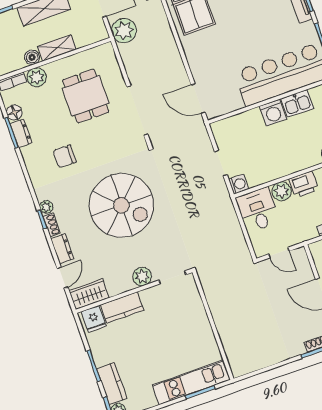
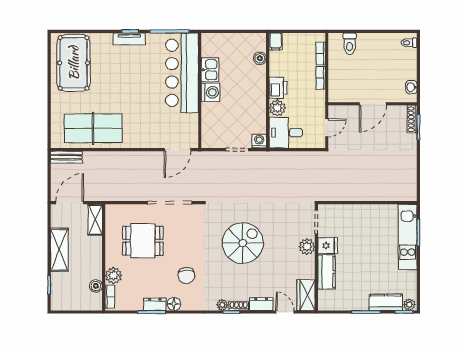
plant: (124, 31) -> (100, 191), removed
shelving: (57, 48) -> (95, 220), moved
boiler: (32, 57) -> (96, 286), moved
floor lamp: (14, 112) -> (174, 304), moved
spiral stairs: (121, 205) -> (243, 243), width x0.73, depth x0.73
fridge: (94, 319) -> (328, 246), moved

